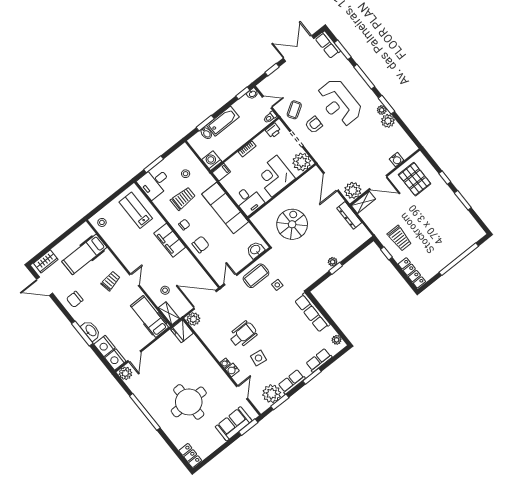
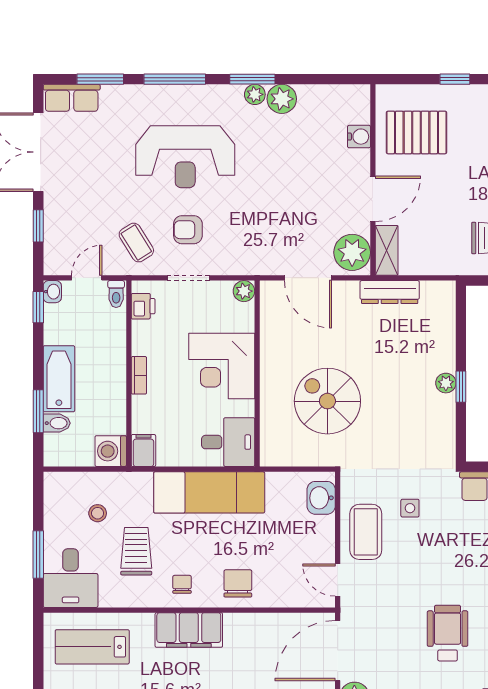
armchair: (314, 125) -> (188, 230), turned -90
plant: (302, 162) -> (244, 291), width x0.53, depth x0.53

